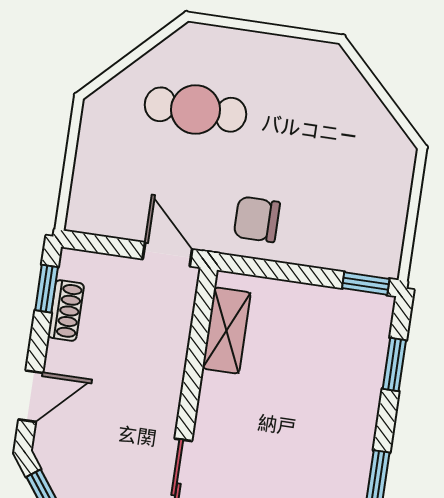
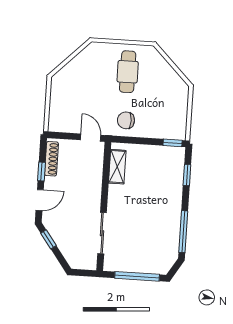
cafe table: (195, 110) -> (128, 72), moved, turned 90
window: (47, 289) -> (41, 171), moved
shoe rack: (66, 310) -> (51, 159), width x1.43

